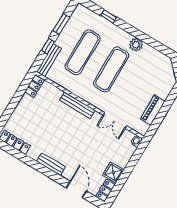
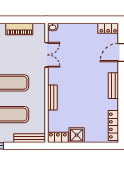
window: (48, 46) -> (19, 146), removed
bench: (77, 105) -> (52, 98), width x0.73
shower: (113, 172) -> (77, 135), moved

